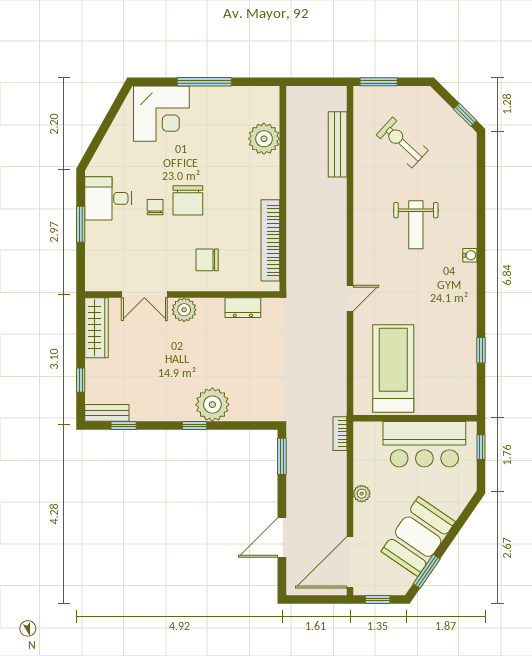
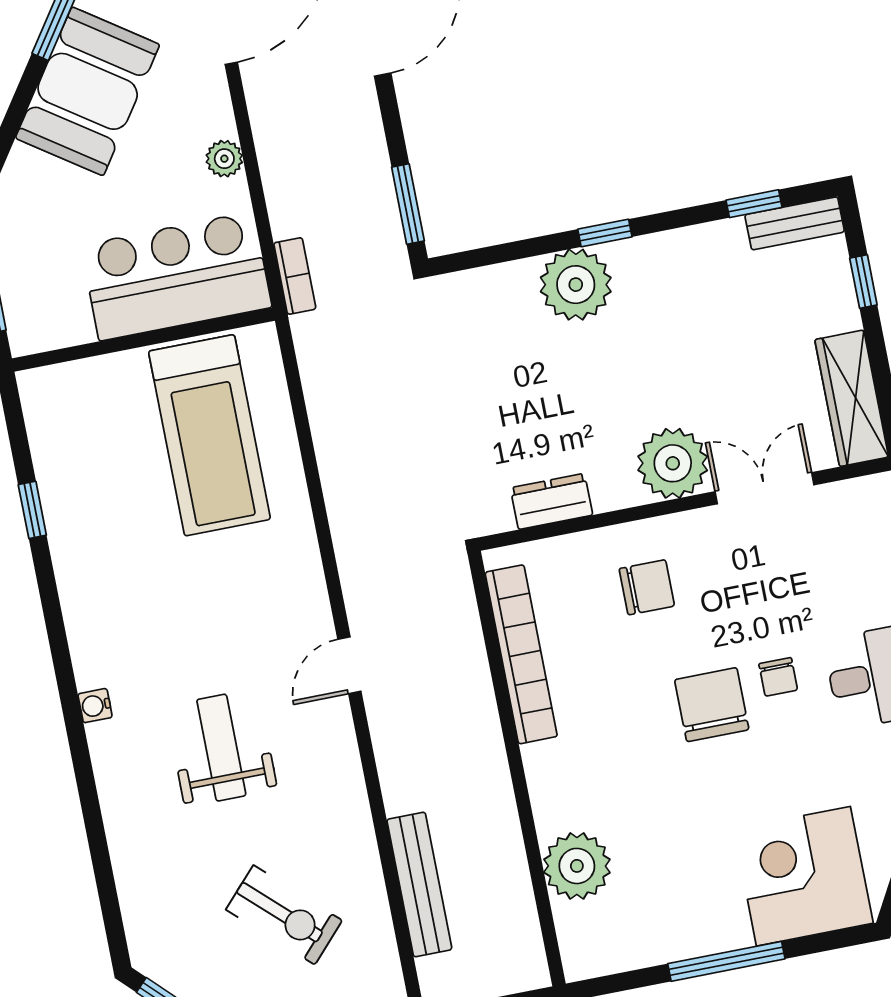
door: (350, 298) -> (349, 665), moved
plant: (184, 310) -> (673, 463), width x1.36, depth x1.36
bar counter: (424, 444) -> (176, 276), moved

